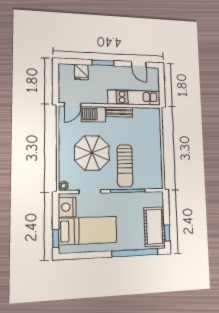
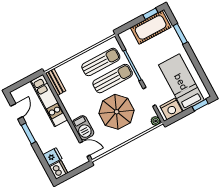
window: (103, 63) -> (29, 134), moved
dishwasher: (66, 71) -> (59, 170), added
bench: (119, 112) -> (56, 82), moved
sun lounger: (145, 163) -> (101, 62), added
window: (135, 253) -> (180, 34), width x0.47

